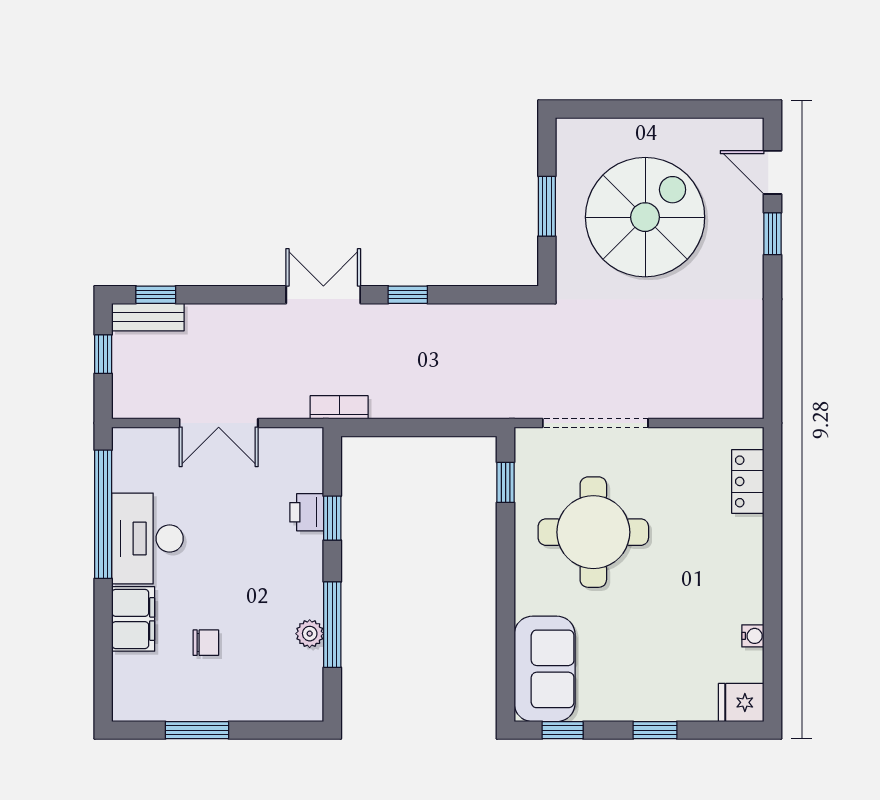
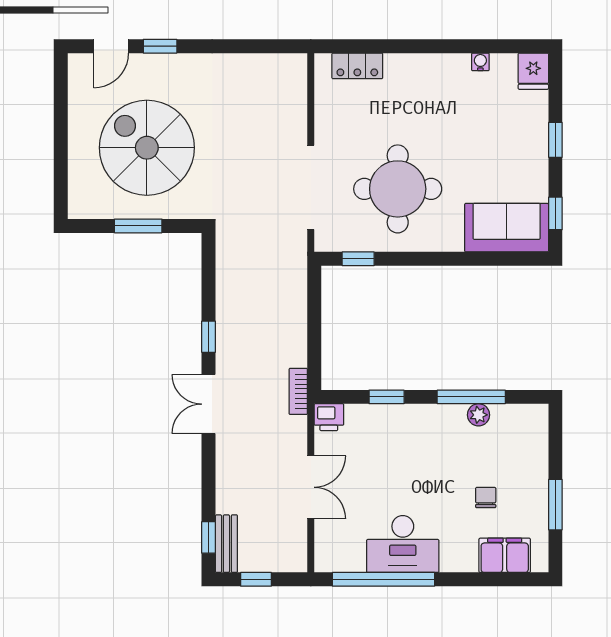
printer: (307, 512) -> (329, 417), moved
filing cabinet: (133, 619) -> (505, 555), moved

